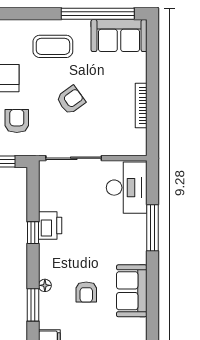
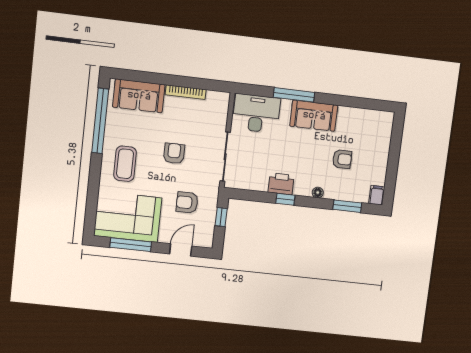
sofa: (119, 36) -> (139, 96), moved, turned 90
armchair: (71, 100) -> (174, 153), turned 36
floor lamp: (45, 285) -> (318, 193), moved
sofa: (132, 291) -> (314, 116), moved

